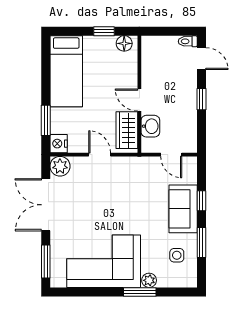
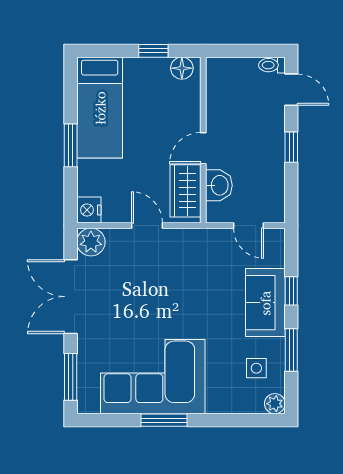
door: (139, 100) -> (203, 148), hinge flipped
window: (46, 120) -> (71, 145), moved
plant: (149, 280) -> (275, 404), moved
window: (140, 292) -> (164, 420), moved

